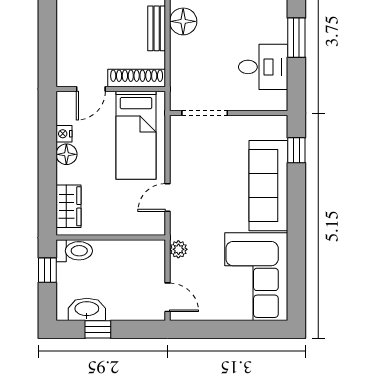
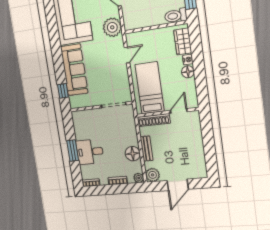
desk: (263, 67) -> (90, 152), moved
nightstand: (64, 134) -> (188, 60), moved
plant: (178, 249) -> (112, 27), width x1.87, depth x1.87

